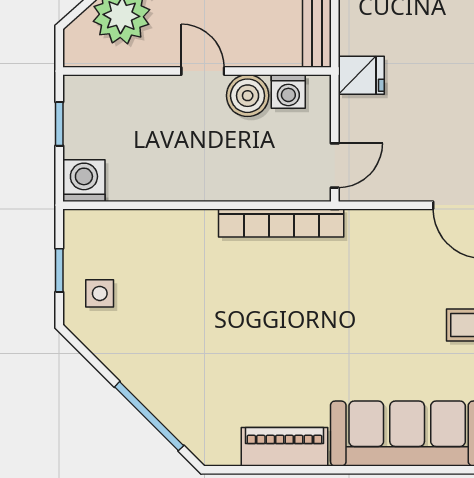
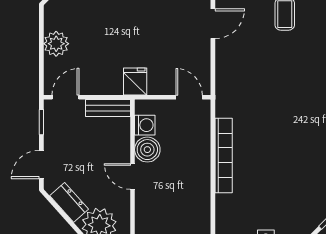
door: (203, 71) -> (133, 176), hinge flipped
bookcase: (281, 223) -> (224, 155), moved

